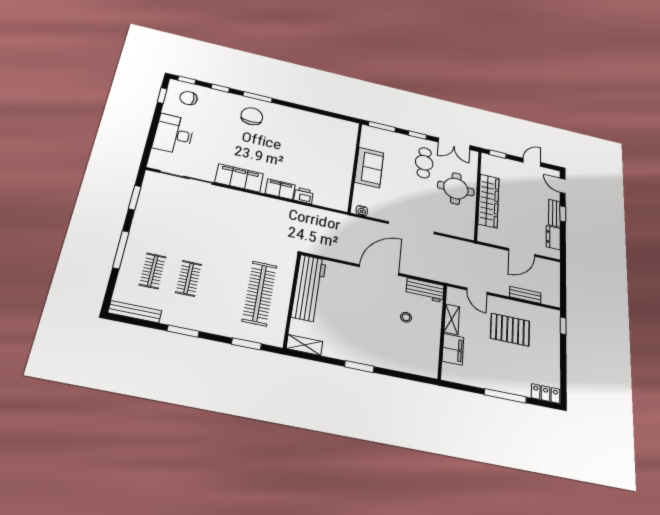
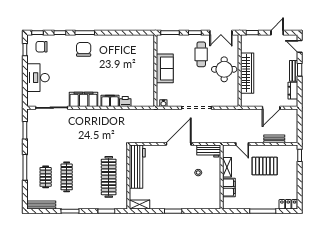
clothes rail: (189, 278) -> (67, 177), width x1.36

